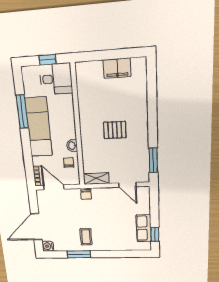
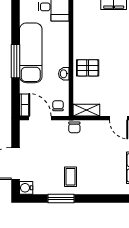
window: (22, 112) -> (15, 61), moved
pallet: (115, 130) -> (88, 68), moved
chair: (69, 163) -> (58, 106), moved

